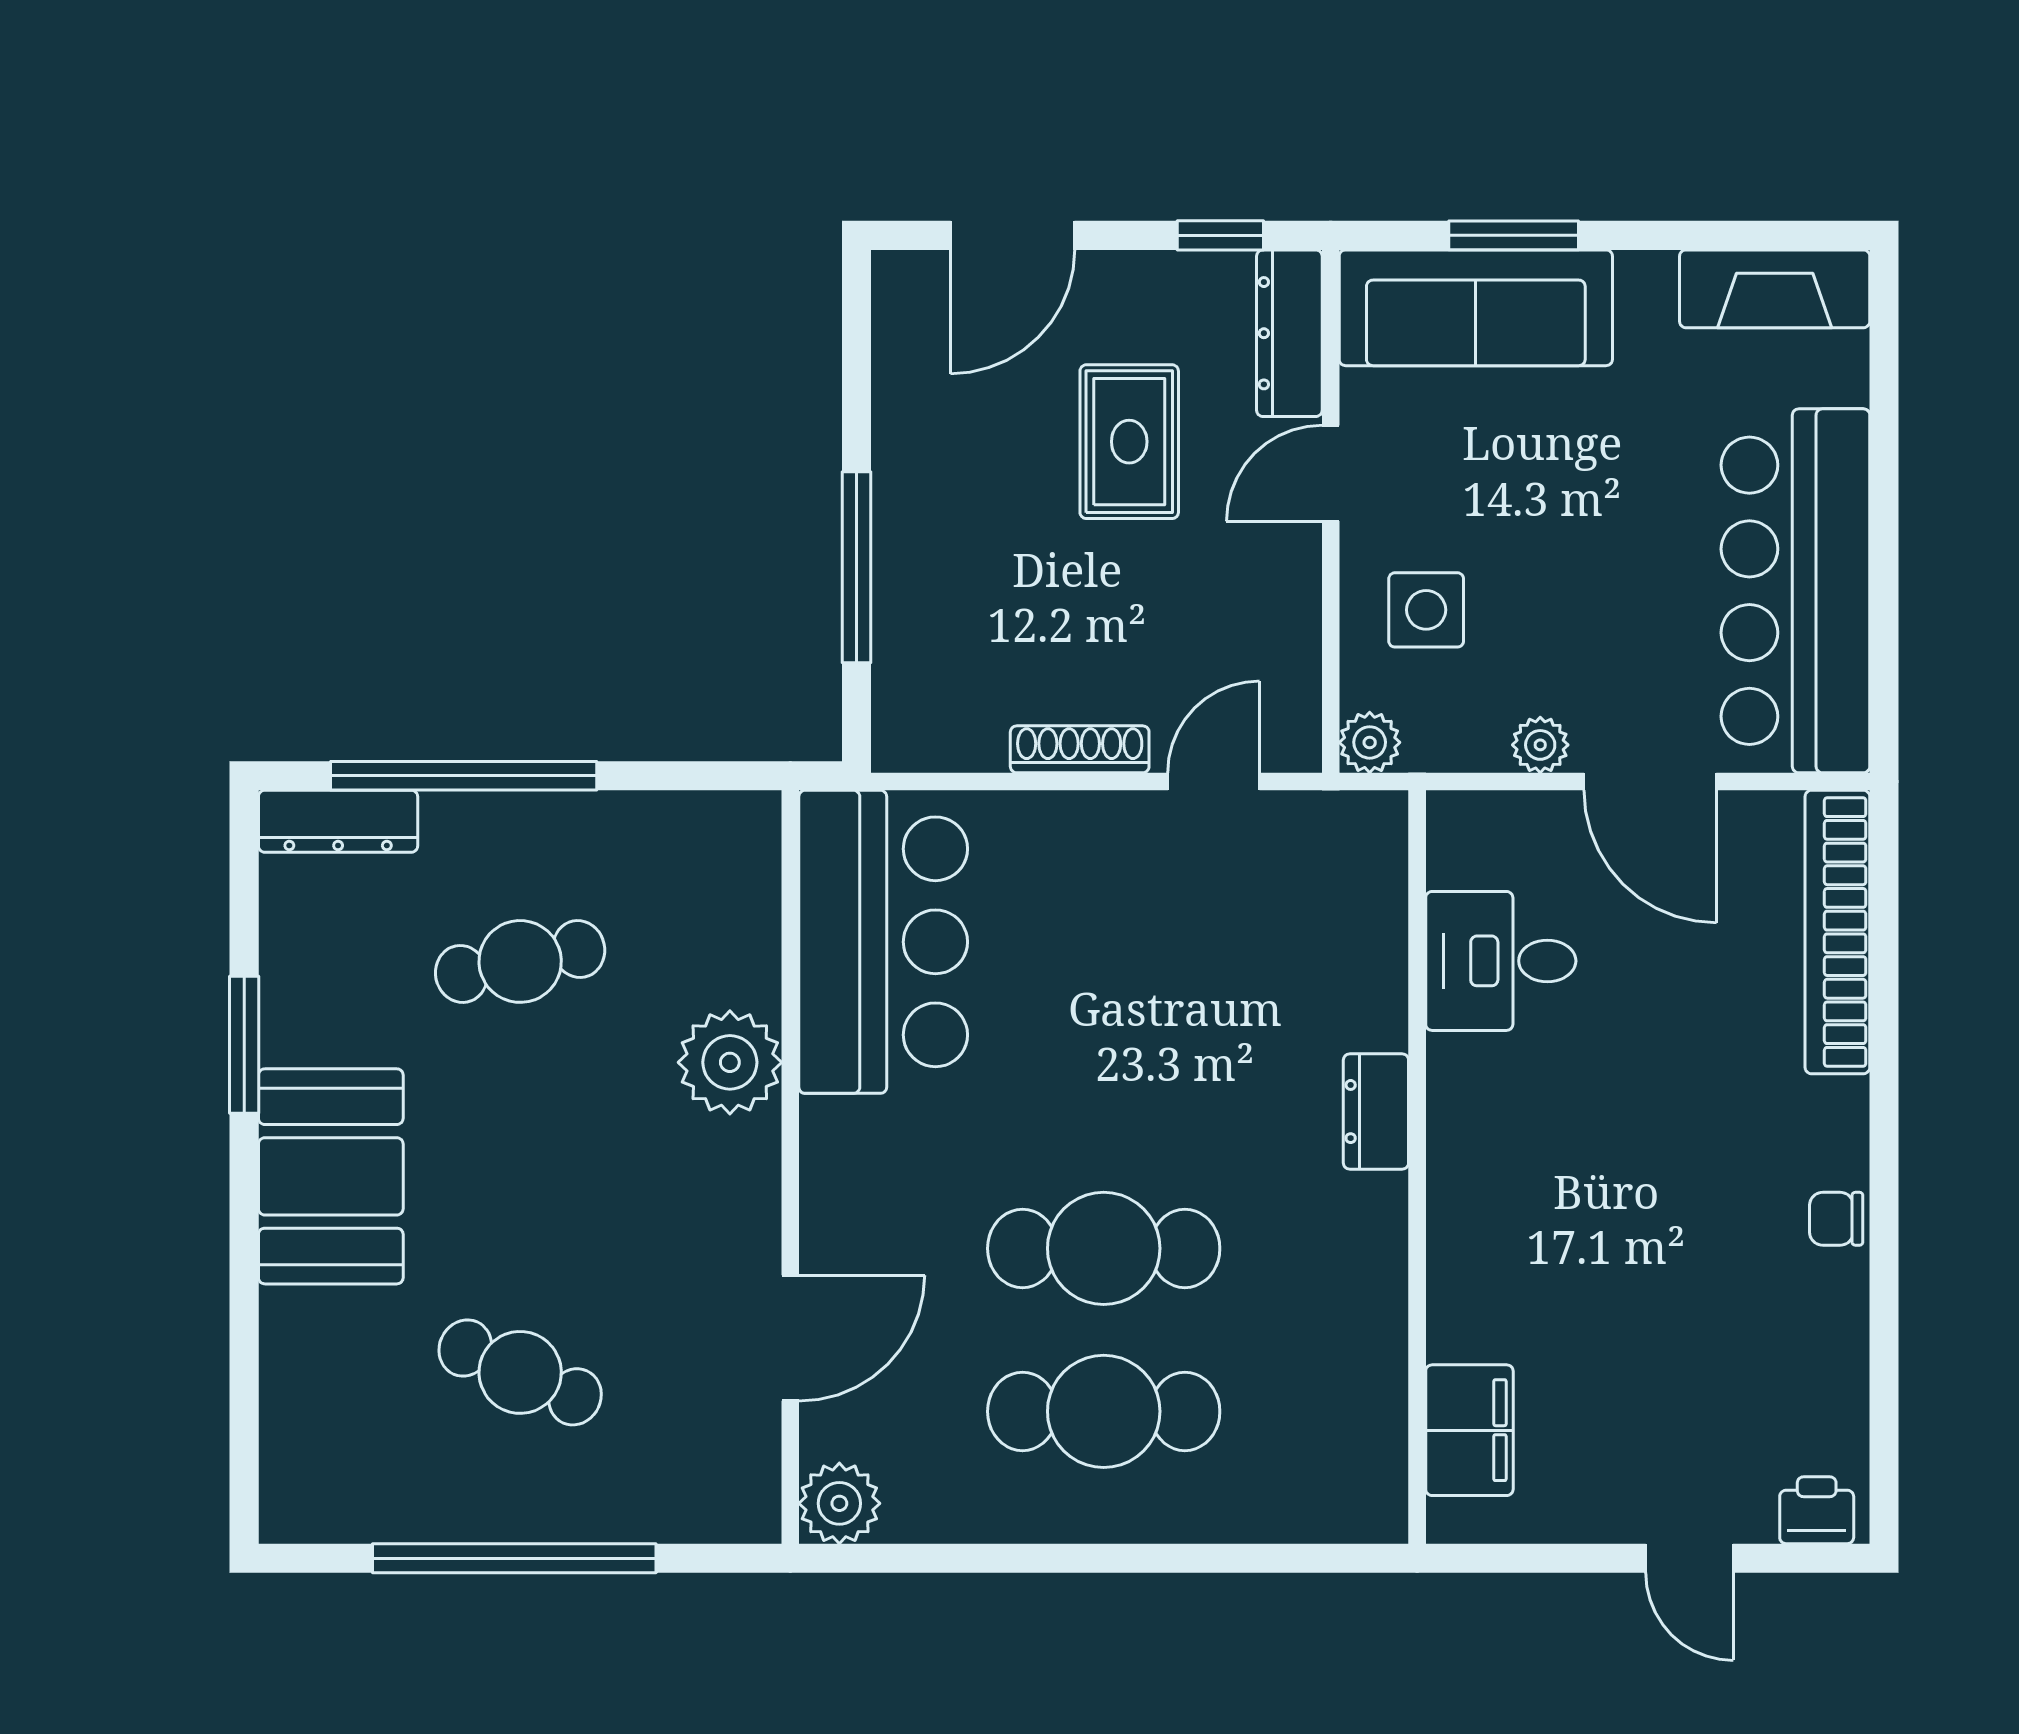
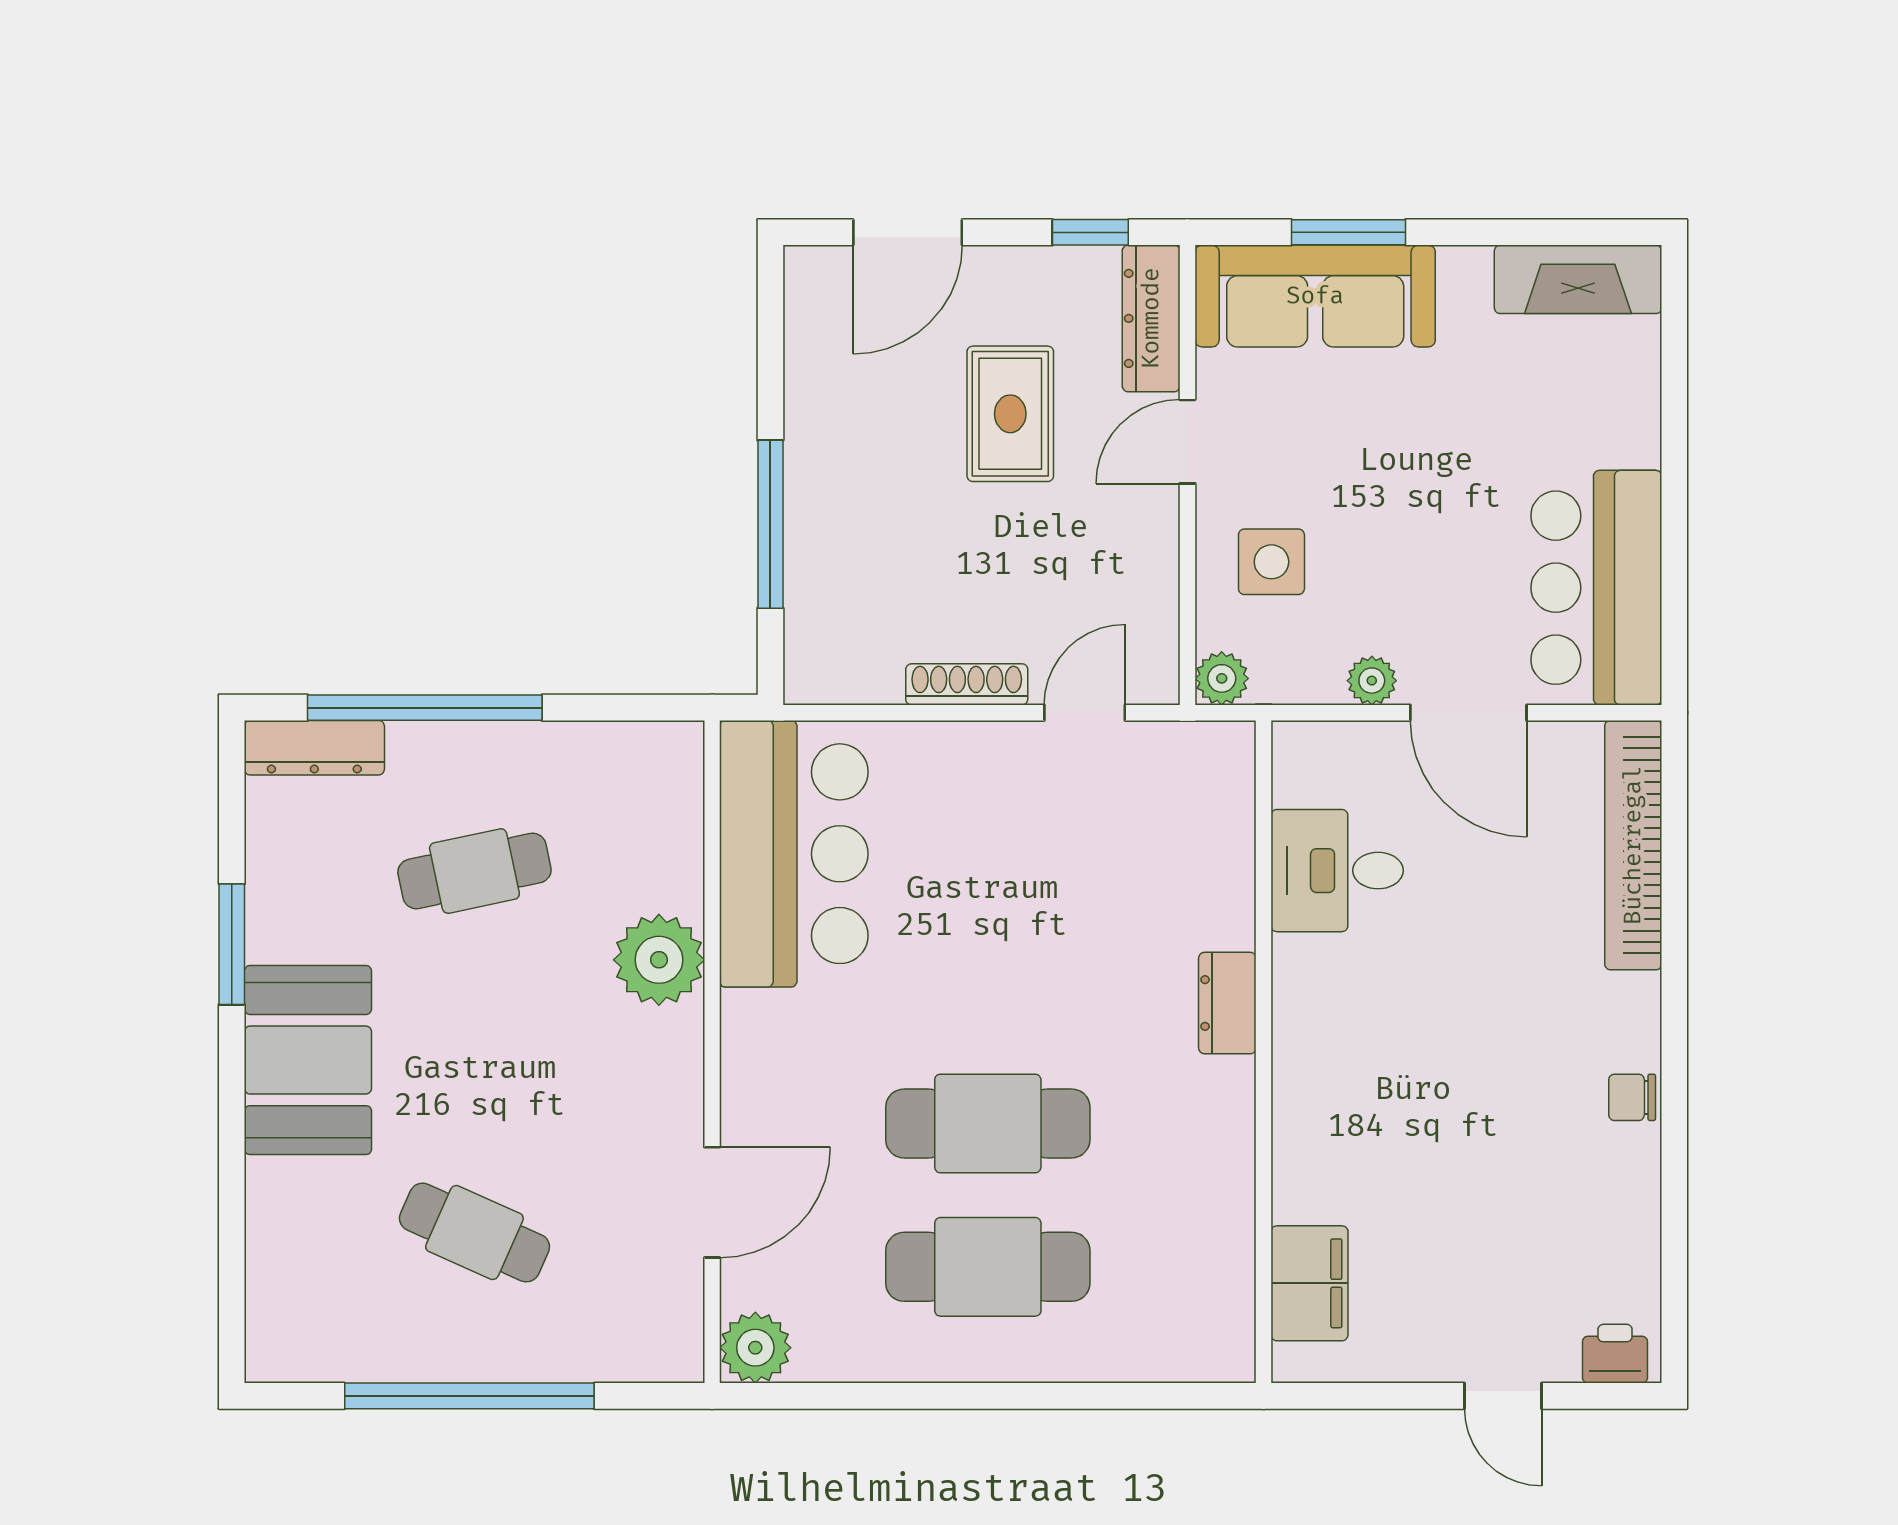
bar counter: (1795, 591) -> (1596, 588), width x0.73

